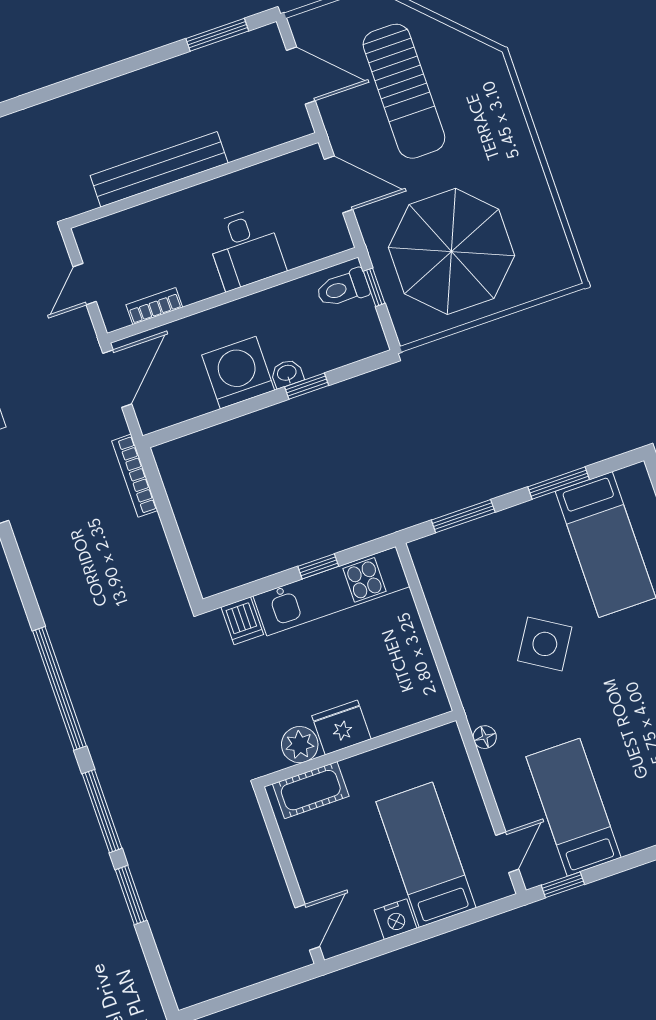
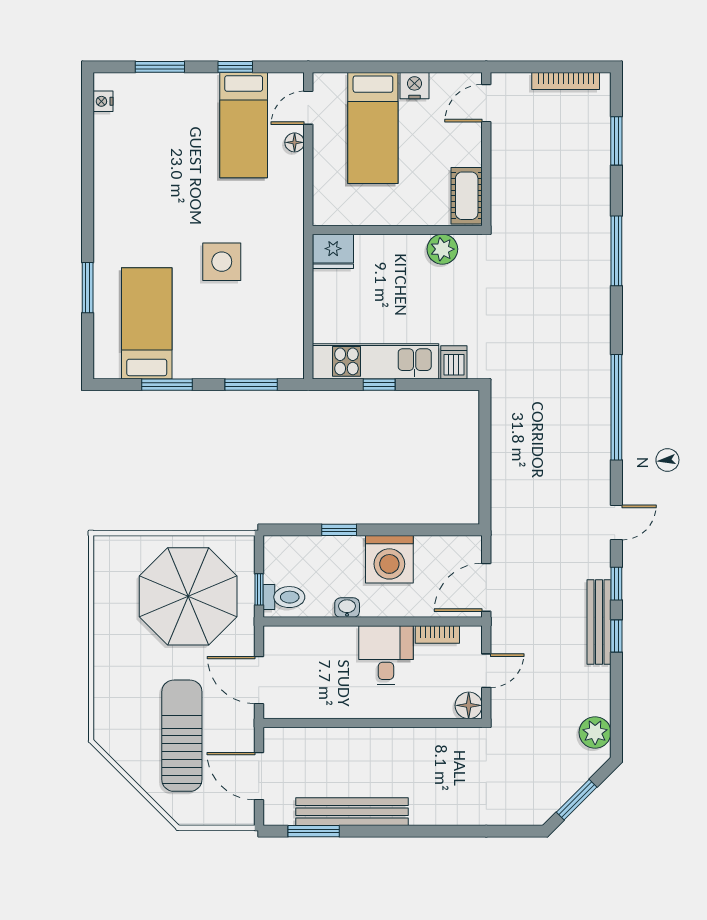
bench: (159, 169) -> (352, 812), moved
floor lamp: (91, 238) -> (469, 705), added
desk: (245, 249) -> (386, 655), moved
washbasin: (287, 373) -> (347, 608), moved, turned 180
bookcase: (135, 476) -> (566, 81), moved, turned 90
side table: (545, 644) -> (222, 262), turned -32
window: (59, 688) -> (616, 407), moved
fridge: (341, 727) -> (333, 251), moved
floor lamp: (485, 737) -> (295, 142), moved
cot: (311, 790) -> (467, 196), moved, turned 90
window: (563, 885) -> (235, 67), moved
window: (131, 895) -> (616, 141), moved

